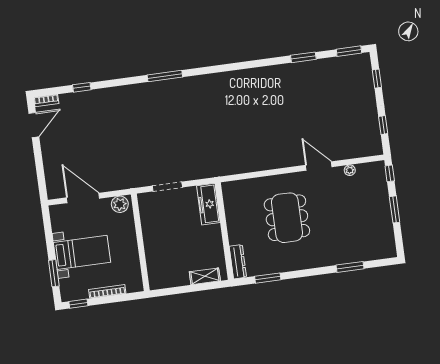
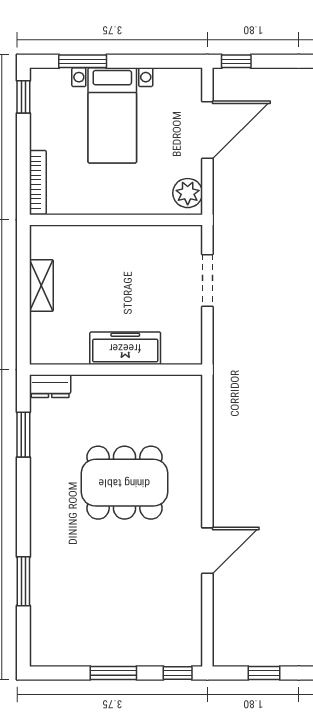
plant: (350, 170) -> (193, 604), removed
window: (42, 187) -> (236, 61), added
freezer: (208, 204) -> (125, 348), moved
dresser: (238, 262) -> (50, 386), width x0.70
shelving: (205, 276) -> (41, 285), moved
bookcase: (107, 291) -> (38, 182), moved

